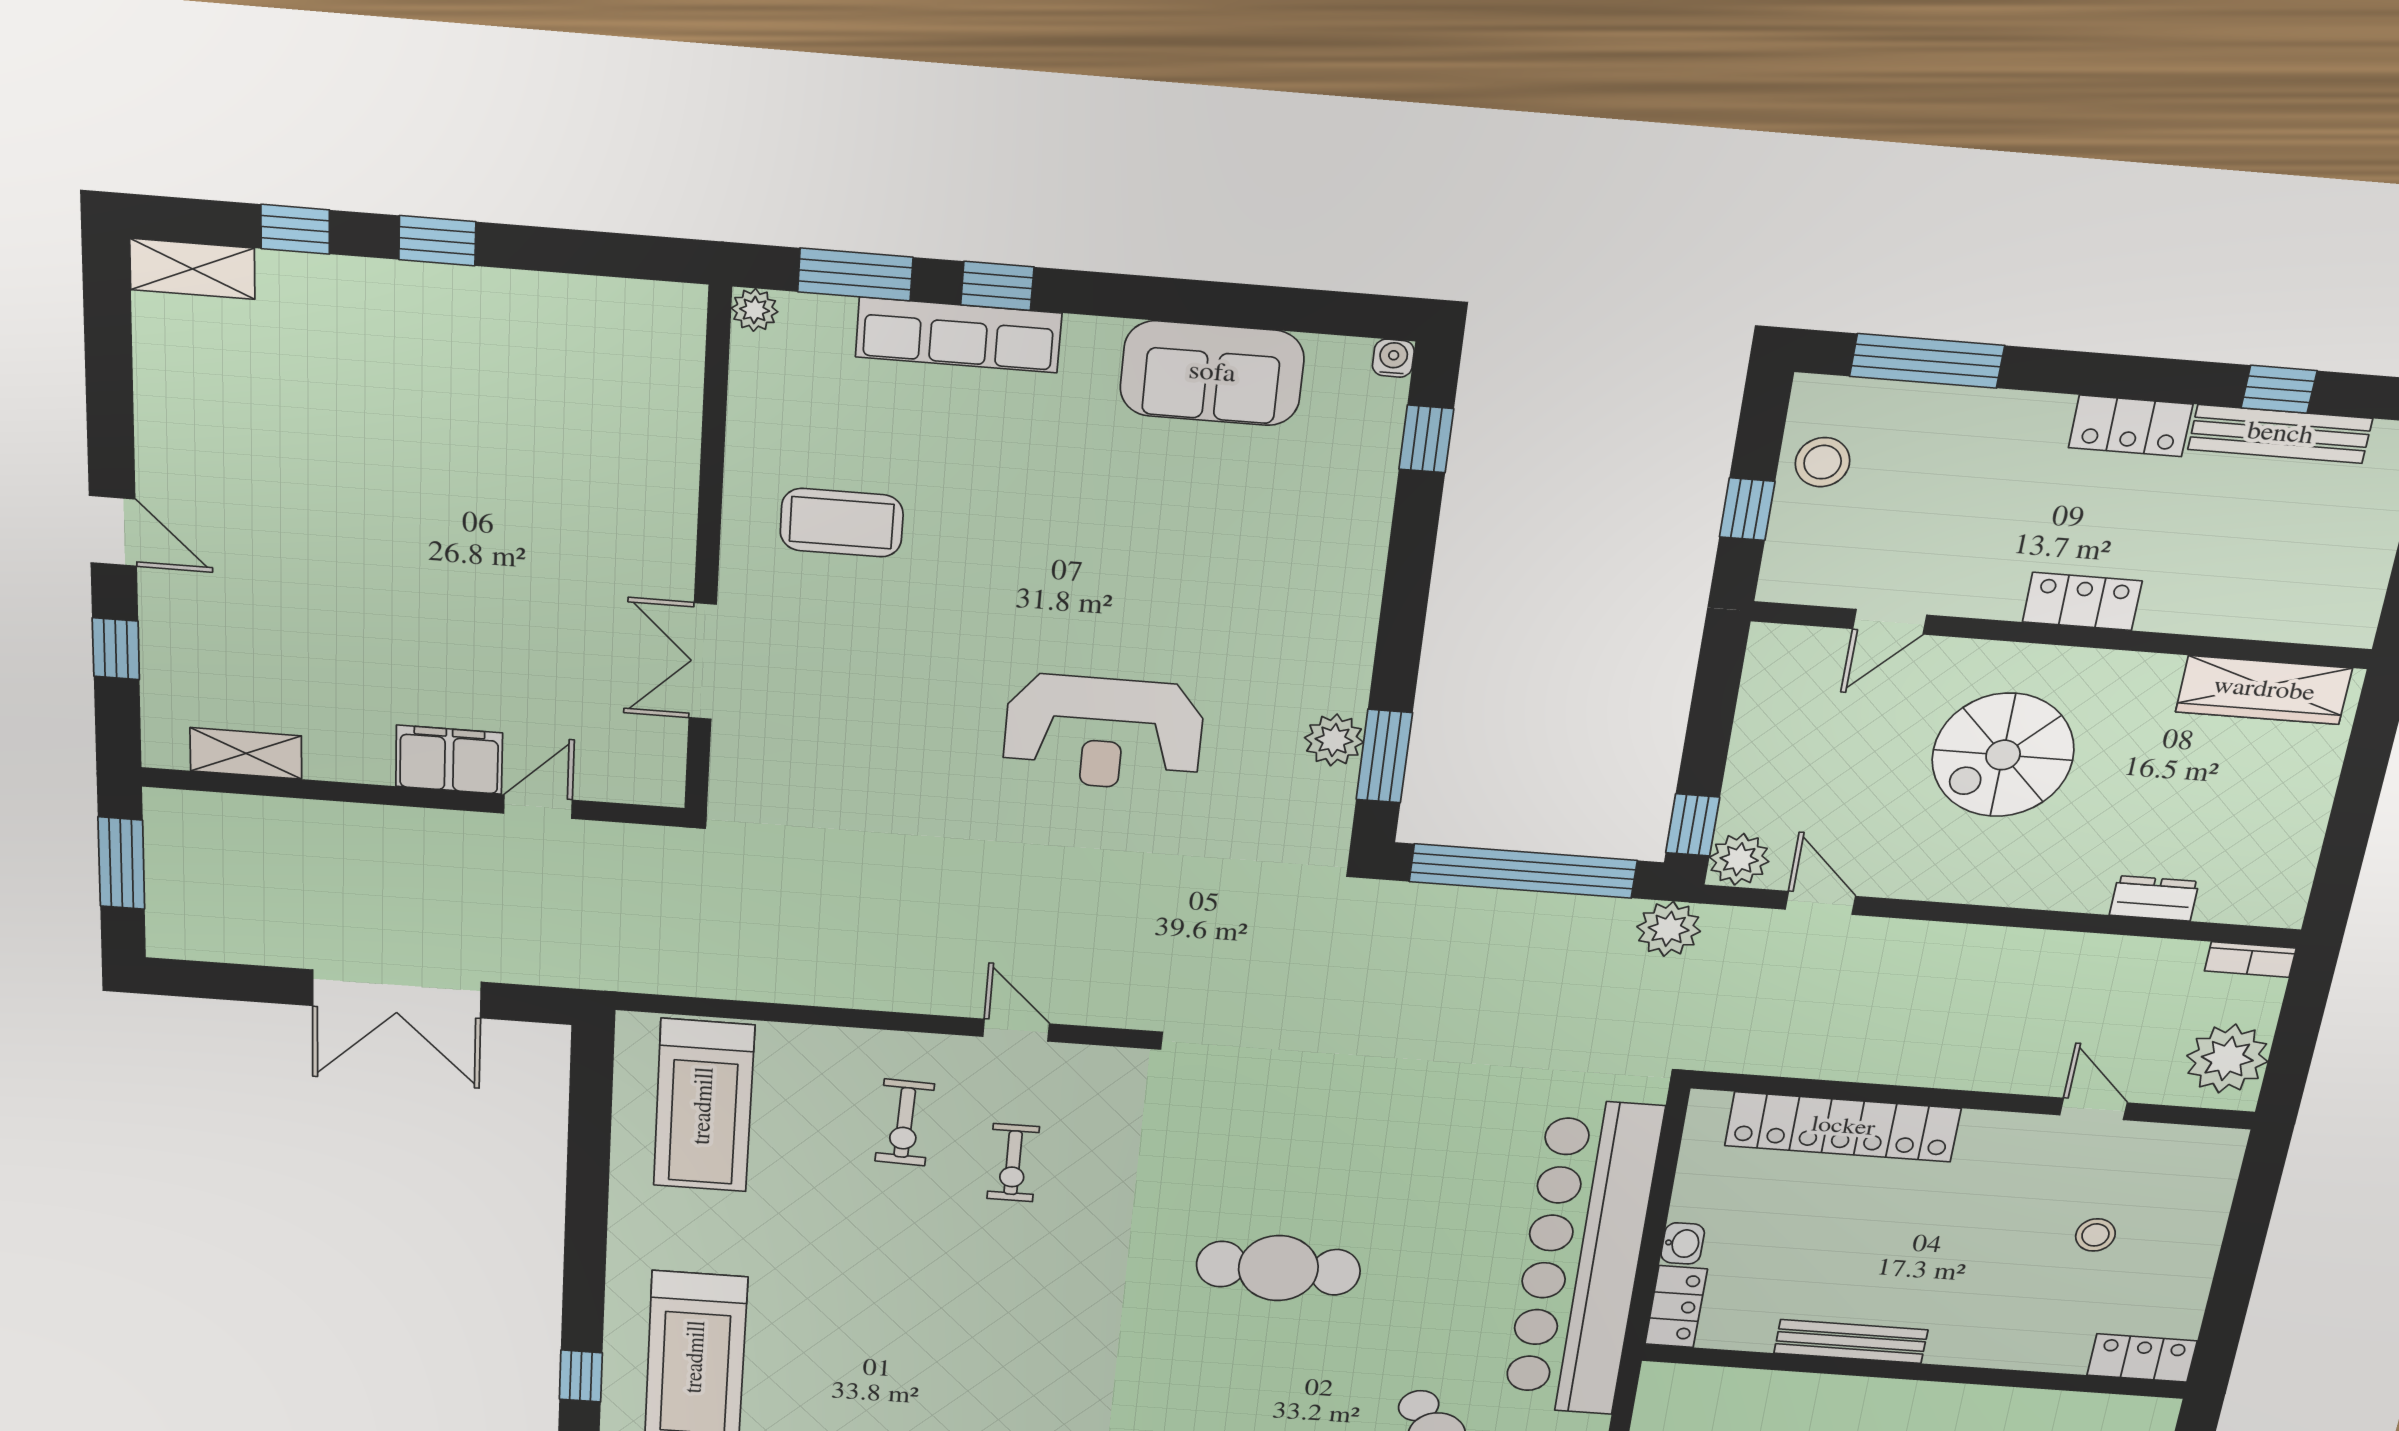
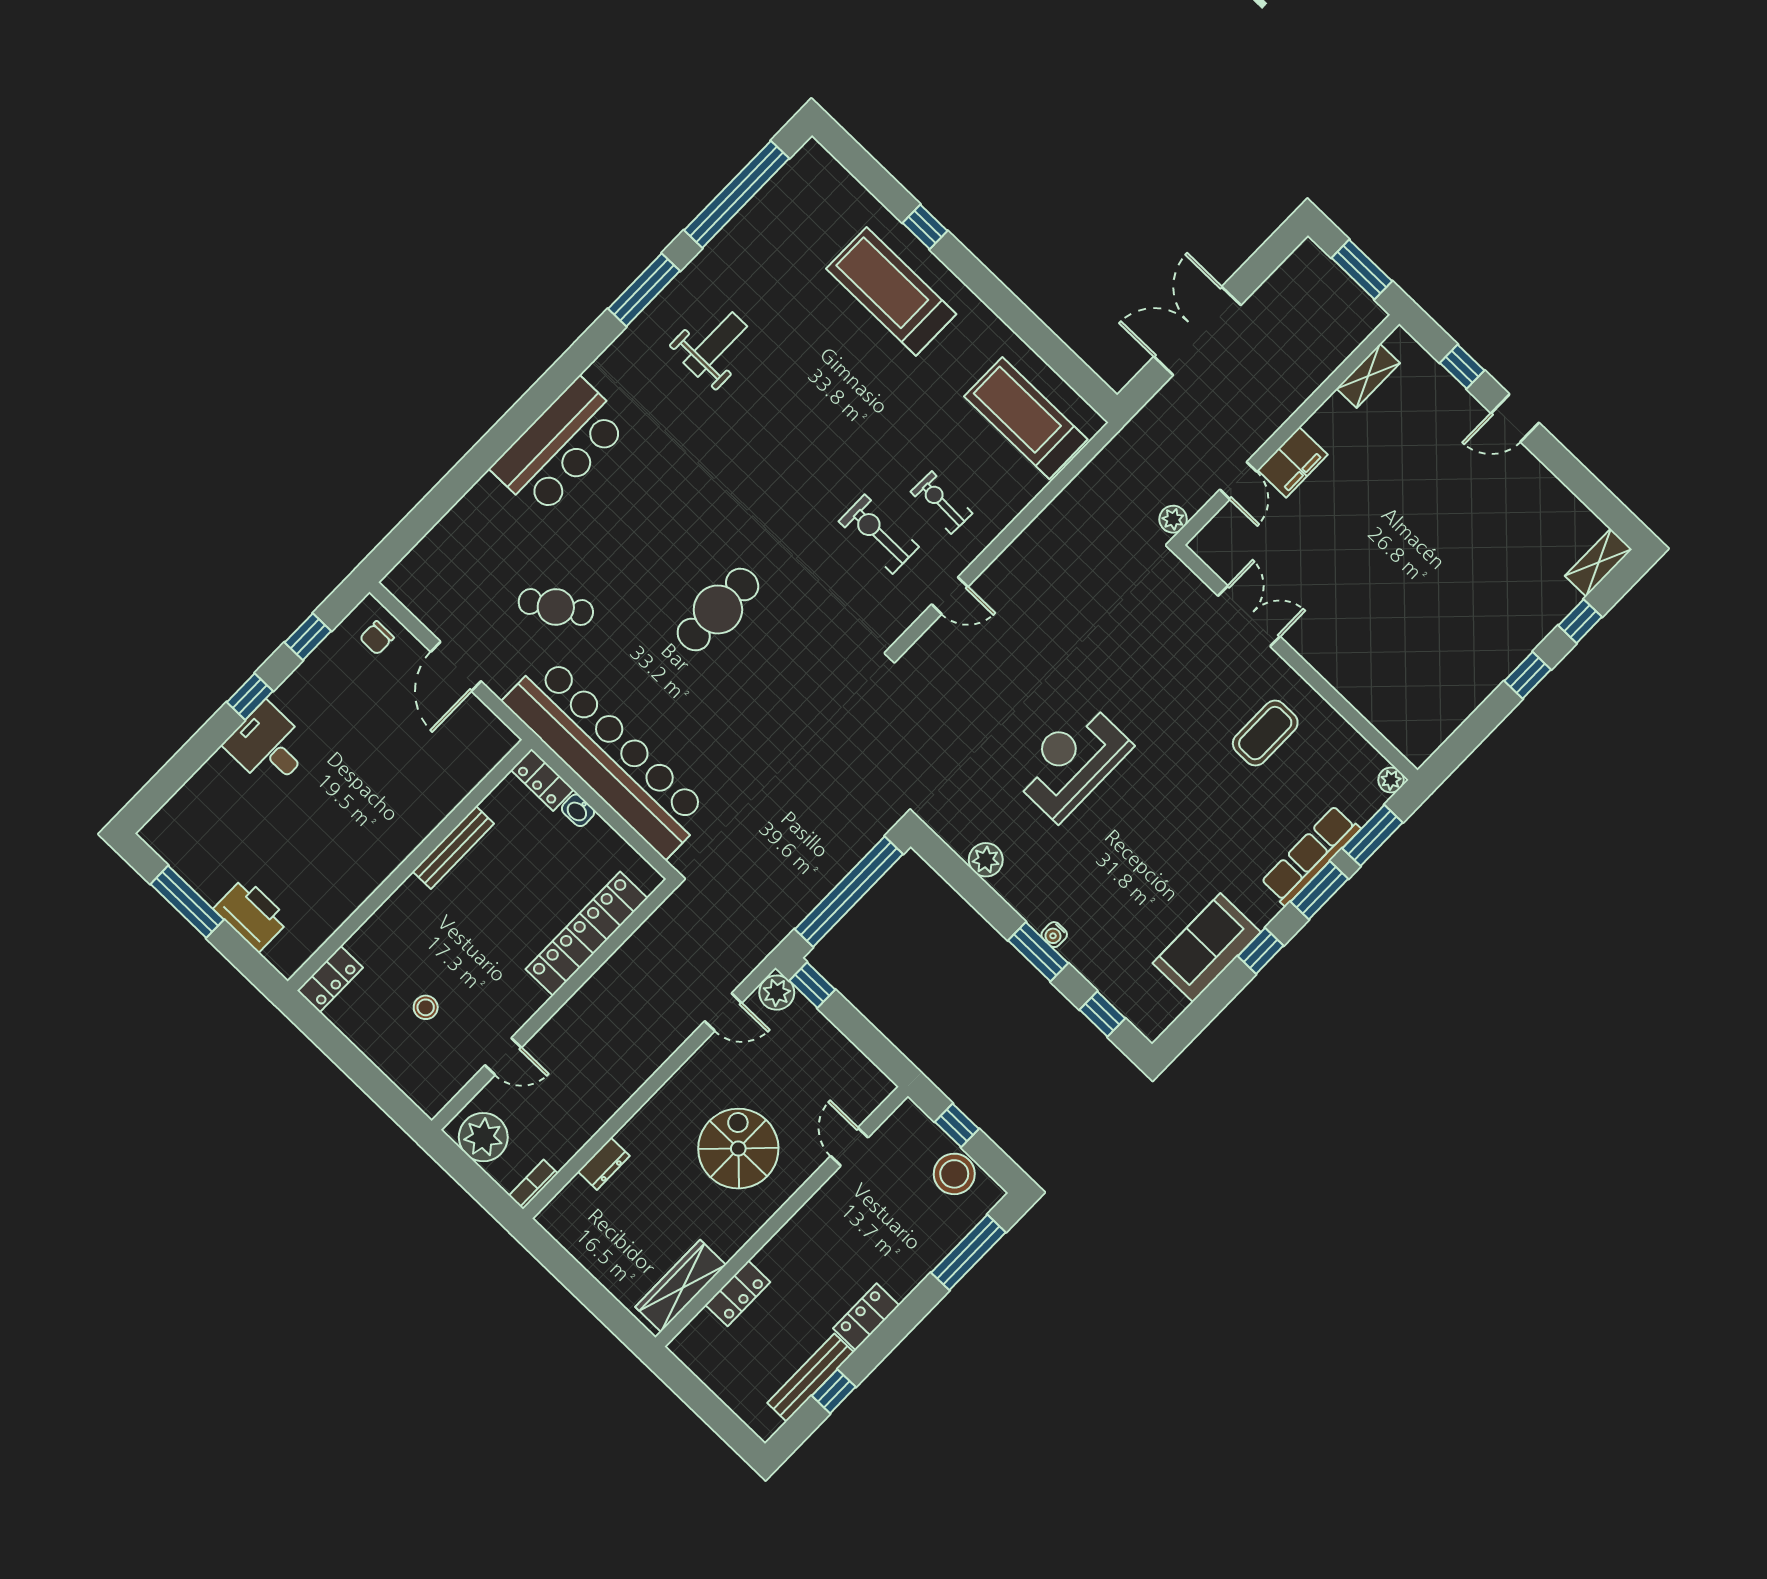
window: (997, 286) -> (1319, 890), width x1.50
window: (1154, 299) -> (1261, 951), added
water cooler: (1393, 358) -> (1054, 935), moved, turned 90
stool: (1823, 462) -> (954, 1174), width x1.38, depth x1.38
locker: (2082, 601) -> (738, 1293), moved
window: (1384, 756) -> (1038, 952), moved
plant: (1669, 929) -> (1173, 519), moved, width x0.73, depth x0.73
exercise bike: (1013, 1163) -> (879, 534), width x1.38, depth x1.39

